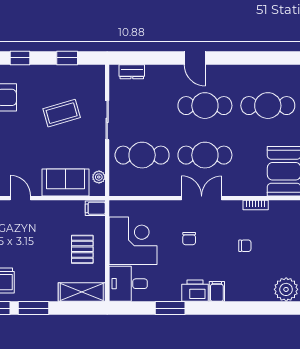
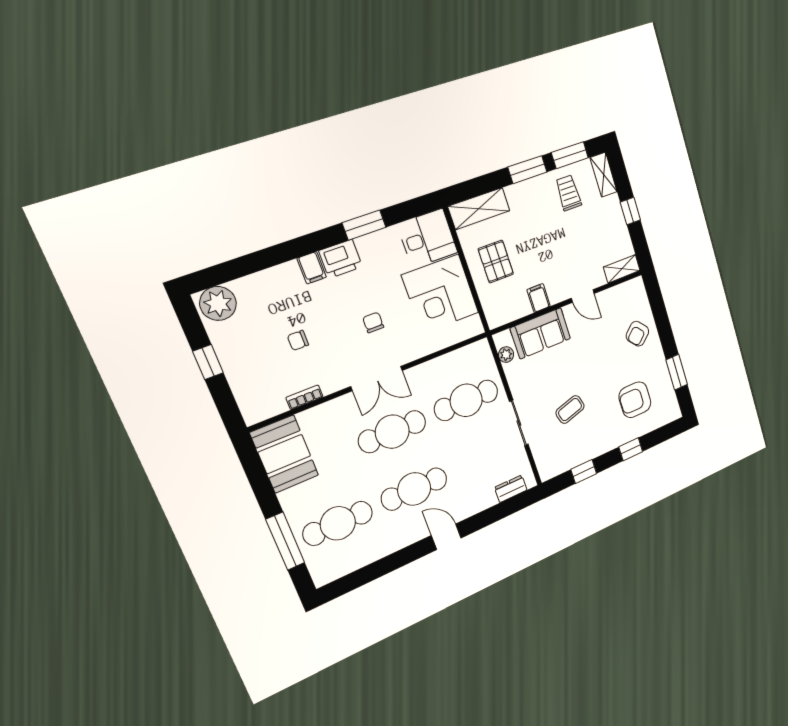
coffee table: (62, 113) -> (570, 409), width x0.73, depth x0.77
filing cabinet: (95, 208) -> (539, 298), moved, turned -90

